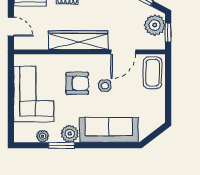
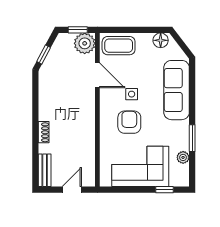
plant: (155, 25) -> (85, 43), moved
wardrobe: (78, 40) -> (85, 121), removed
floor lamp: (158, 114) -> (161, 40), added
window: (11, 118) -> (165, 190), added
plant: (70, 134) -> (180, 130), removed

